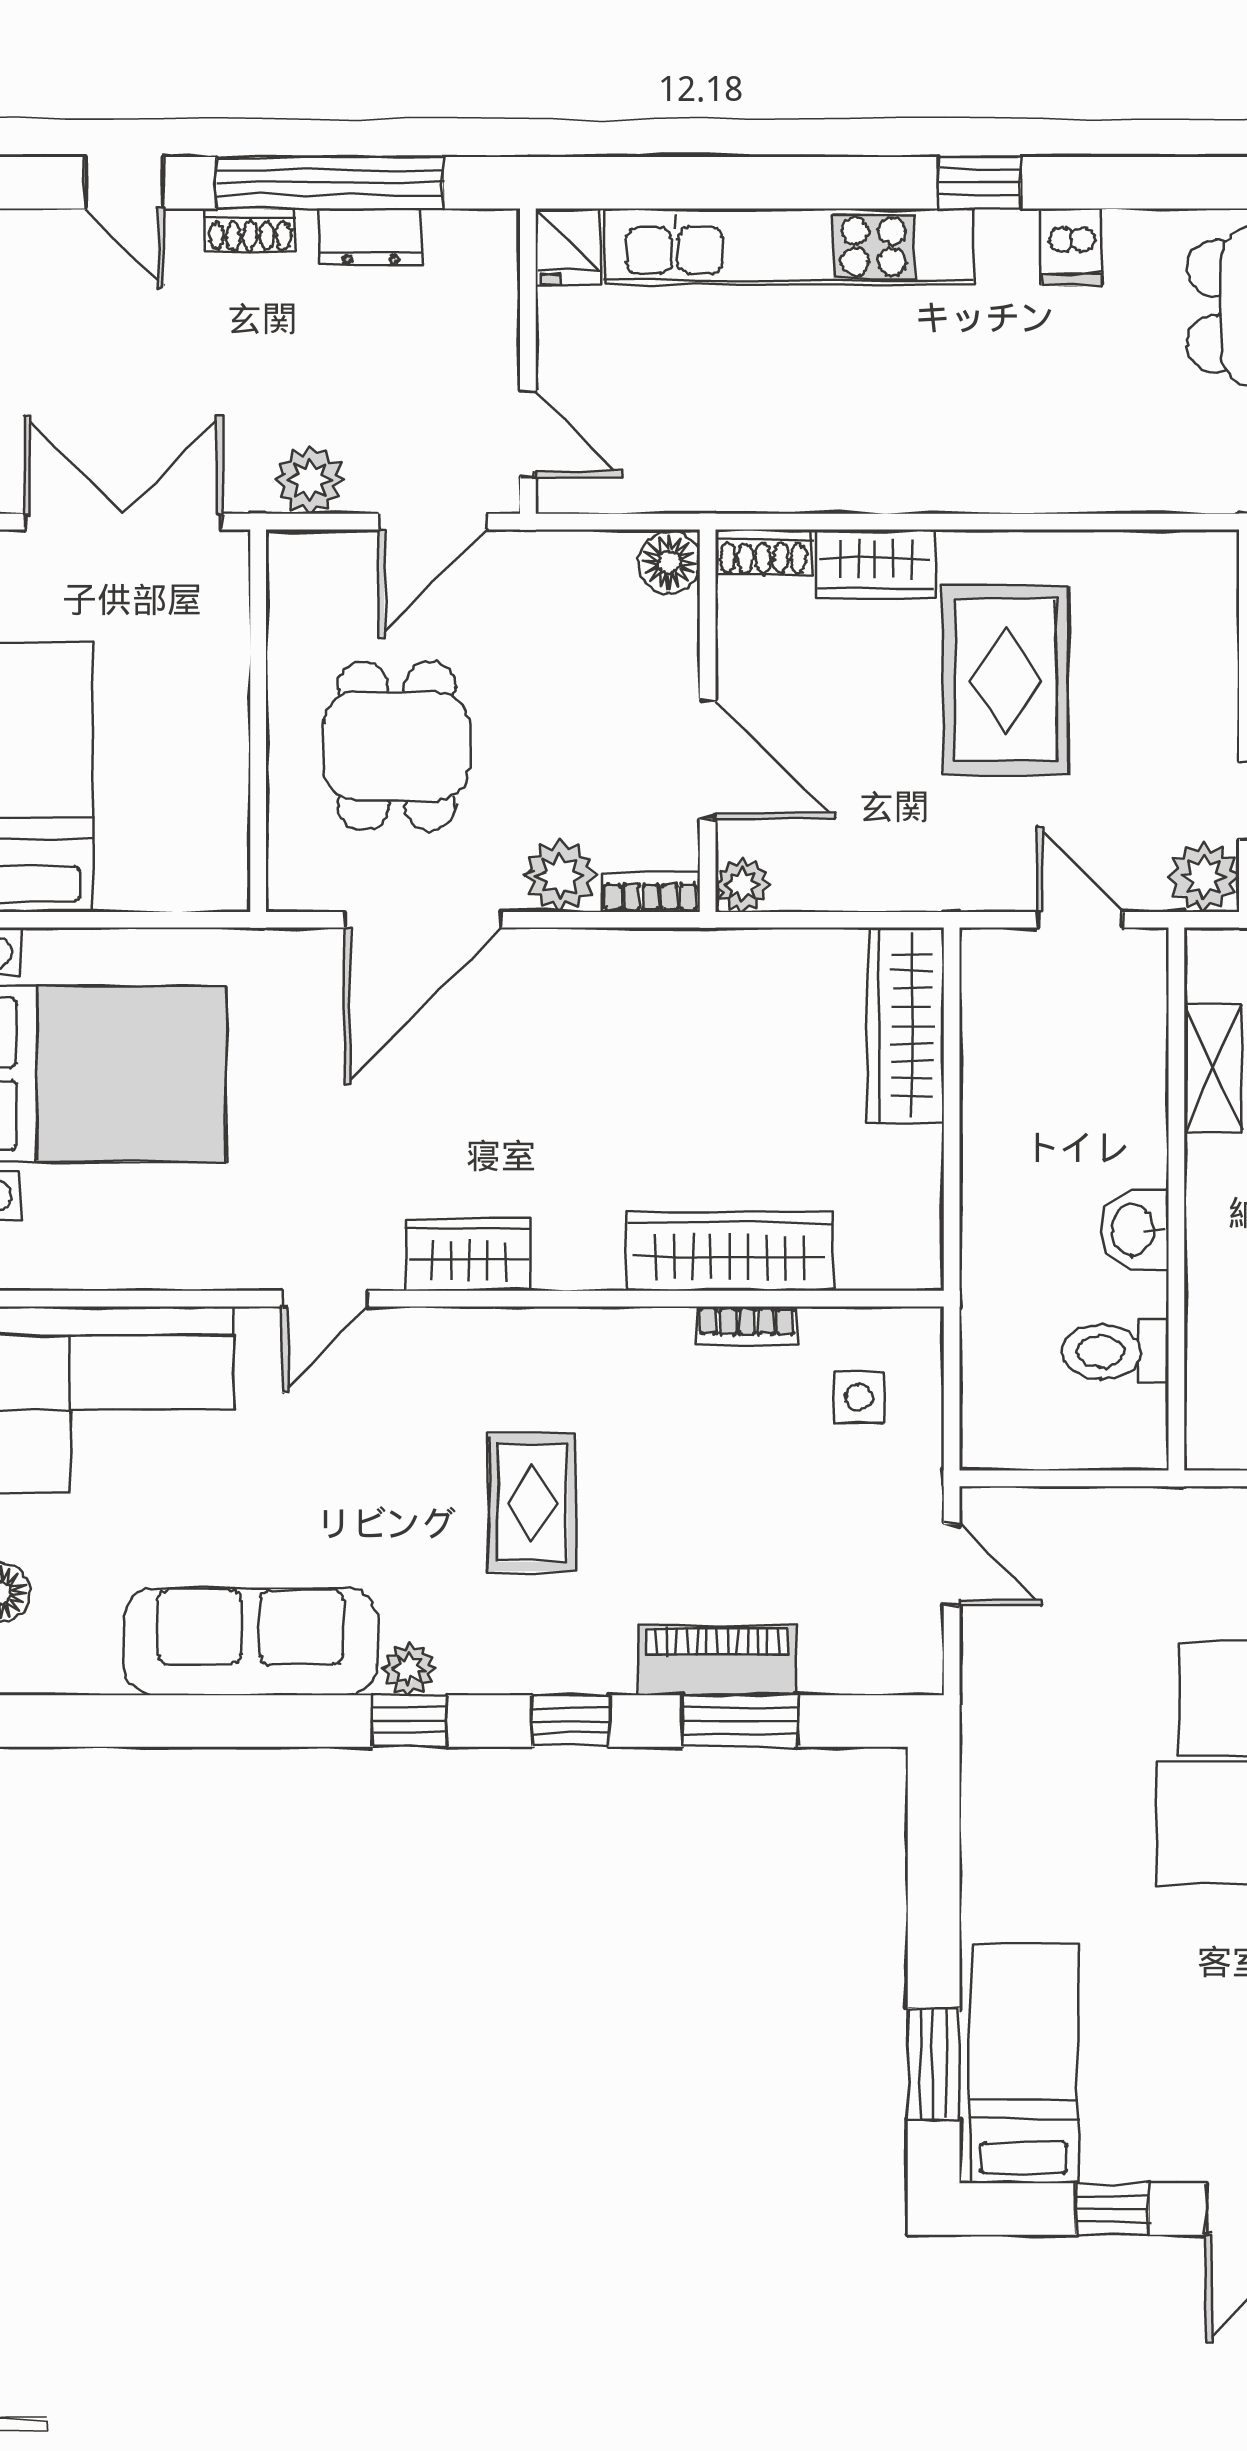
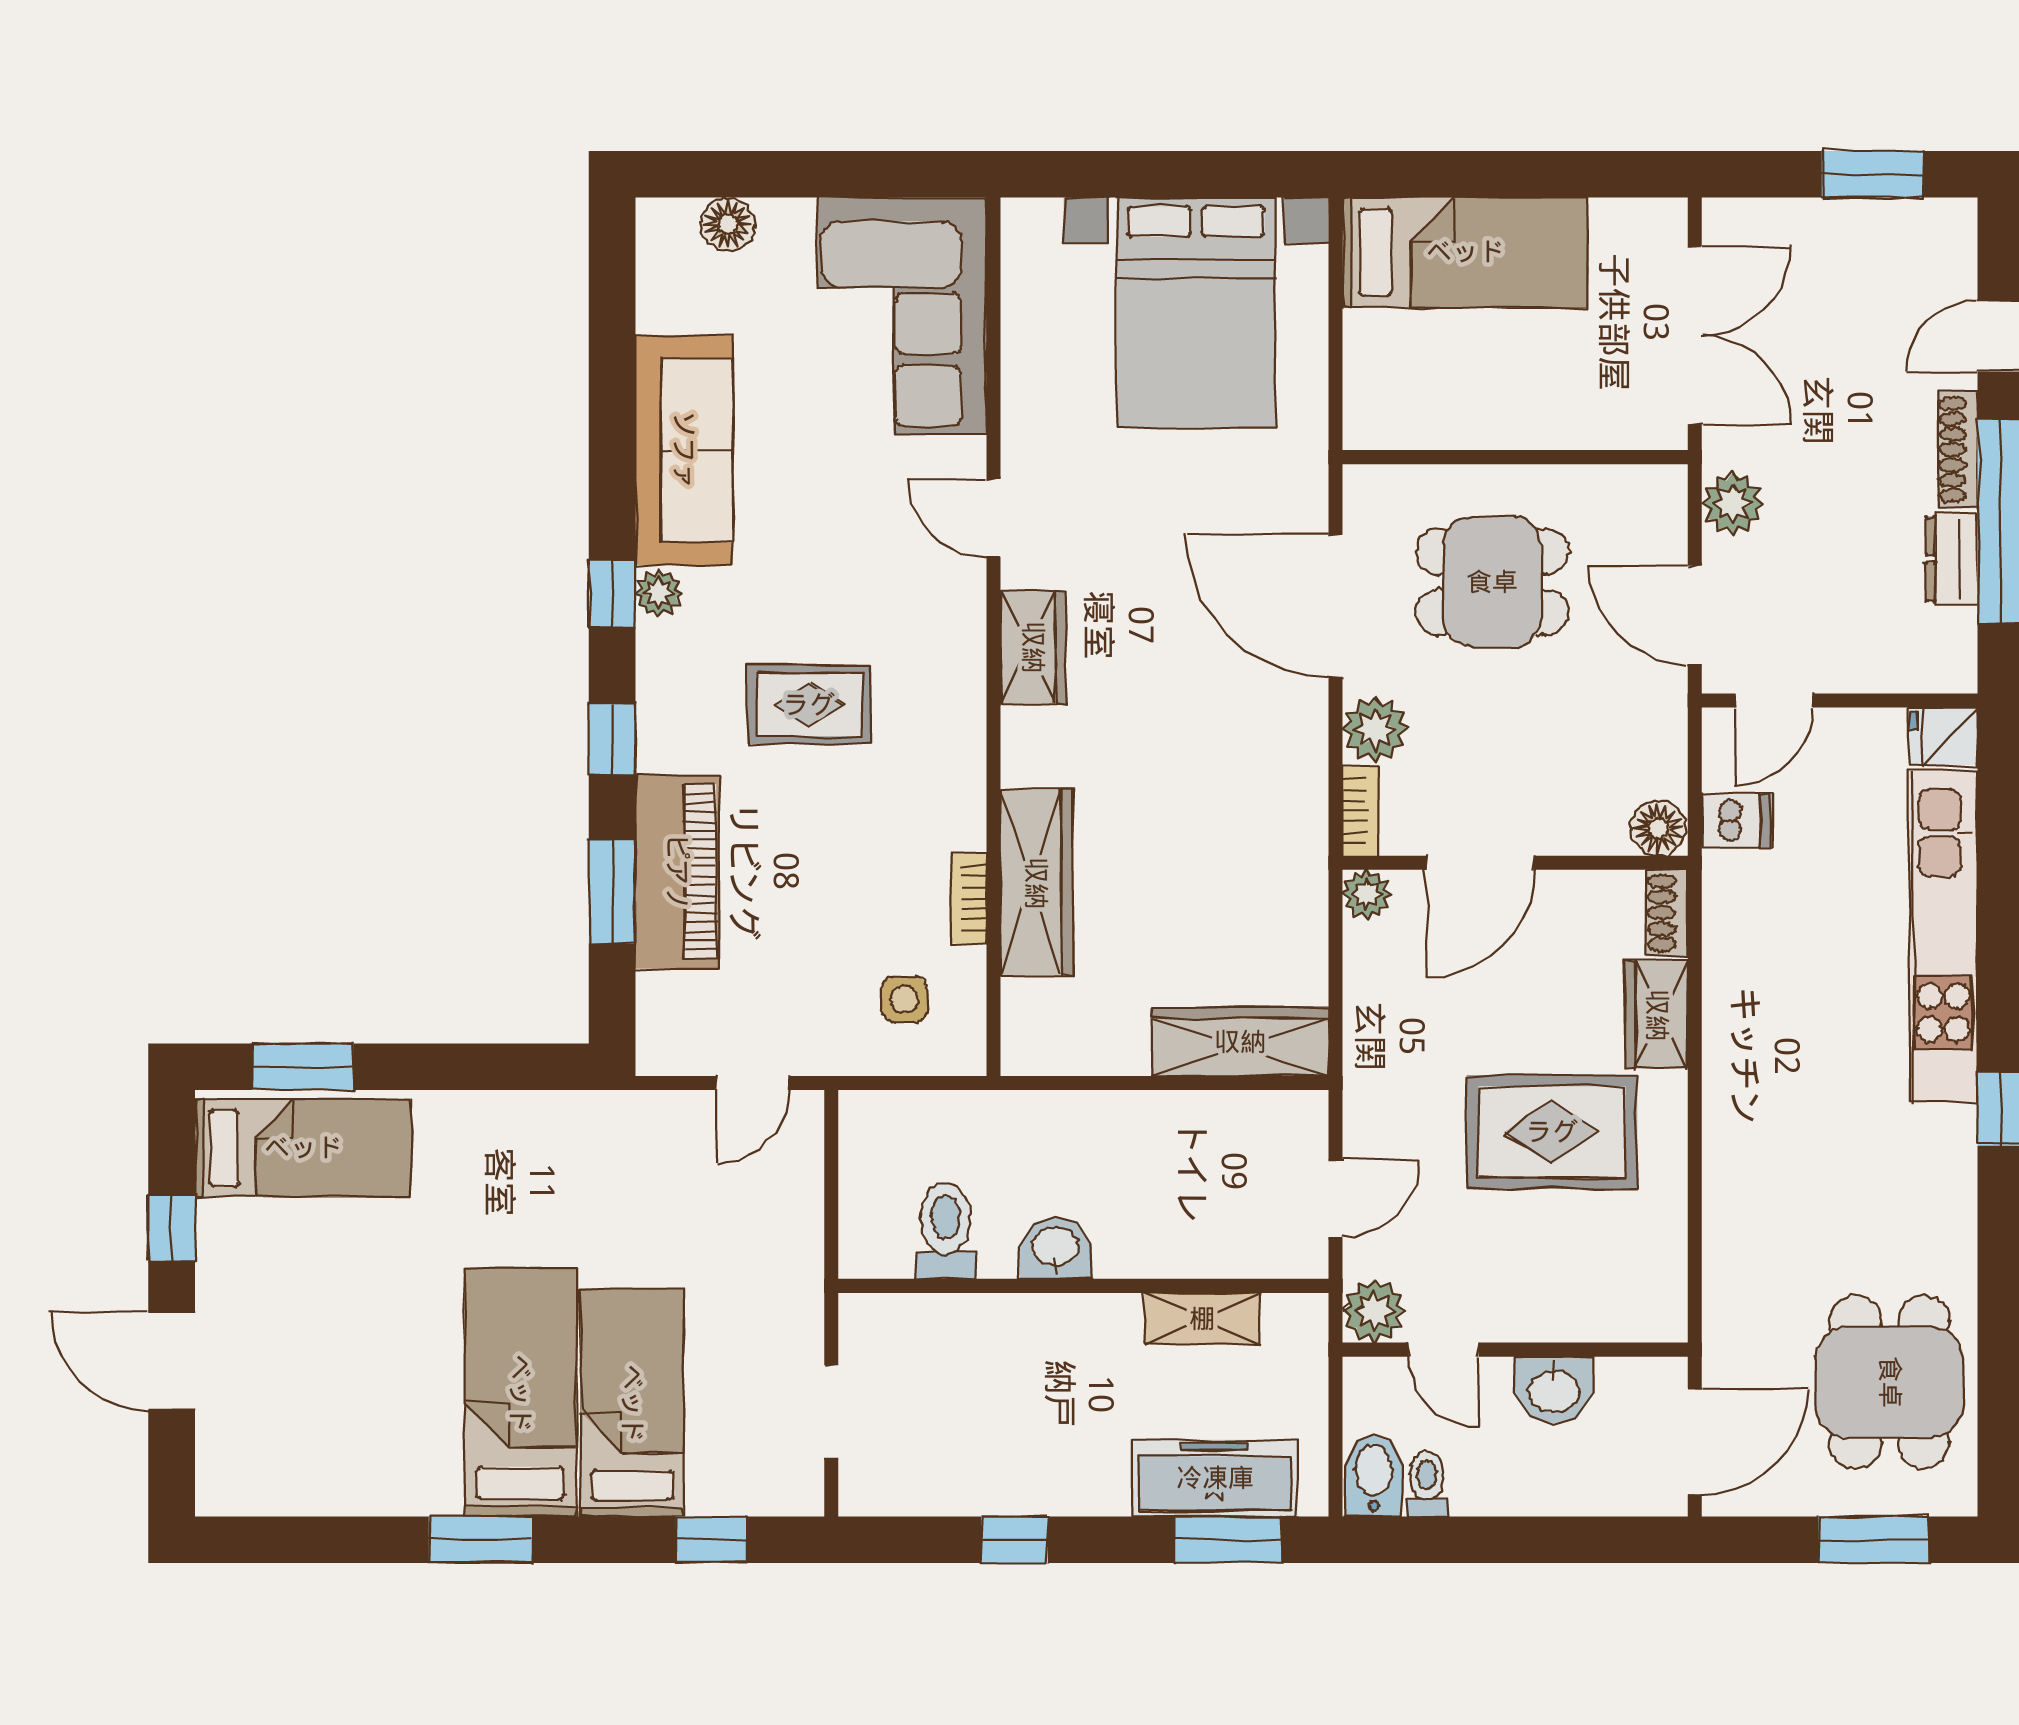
shoe rack: (250, 230) -> (1958, 450), width x1.43
dishwasher: (1072, 247) -> (1737, 821), moved, turned 180
piano: (717, 1660) -> (677, 872), width x1.37, depth x1.33

